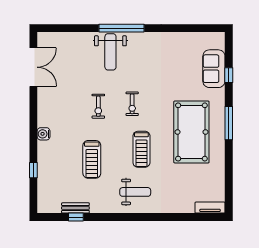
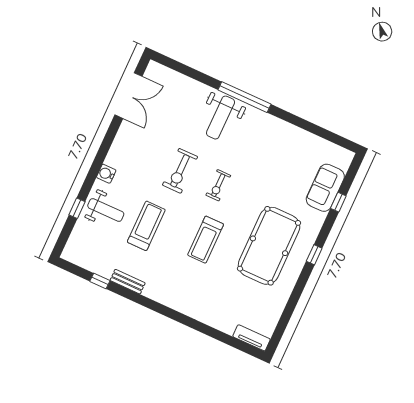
exercise bike: (98, 106) -> (180, 171), width x1.38, depth x1.39
window: (229, 123) -> (314, 255), width x0.46
treadmill: (92, 159) -> (146, 226), turned 180
weight bench: (135, 192) -> (106, 210), moved
bench: (75, 208) -> (128, 282), moved

